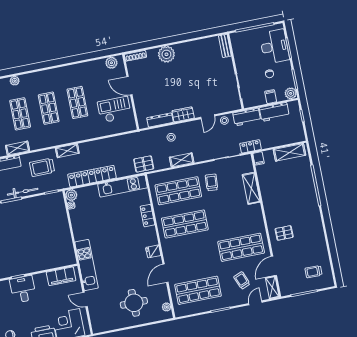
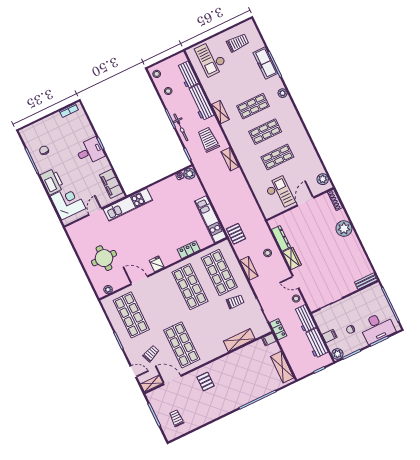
locker: (92, 176) -> (212, 188), removed

